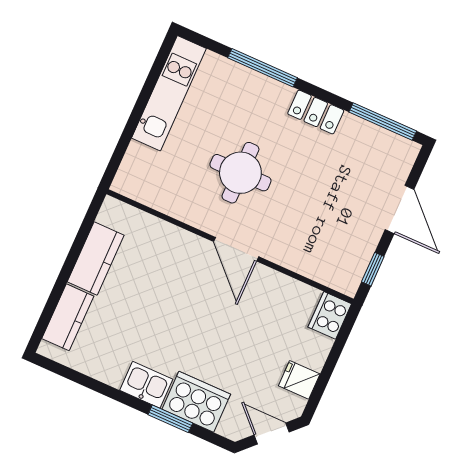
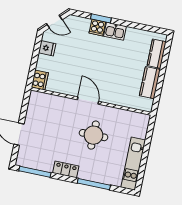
window: (373, 269) -> (25, 105), removed
cooker: (196, 402) -> (97, 27), width x0.53, depth x0.76

